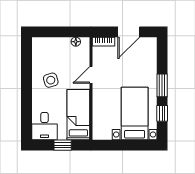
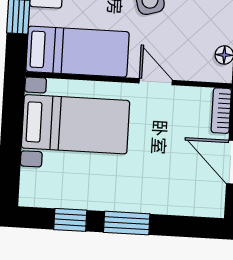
bed with nightstands: (135, 114) -> (76, 124), moved

